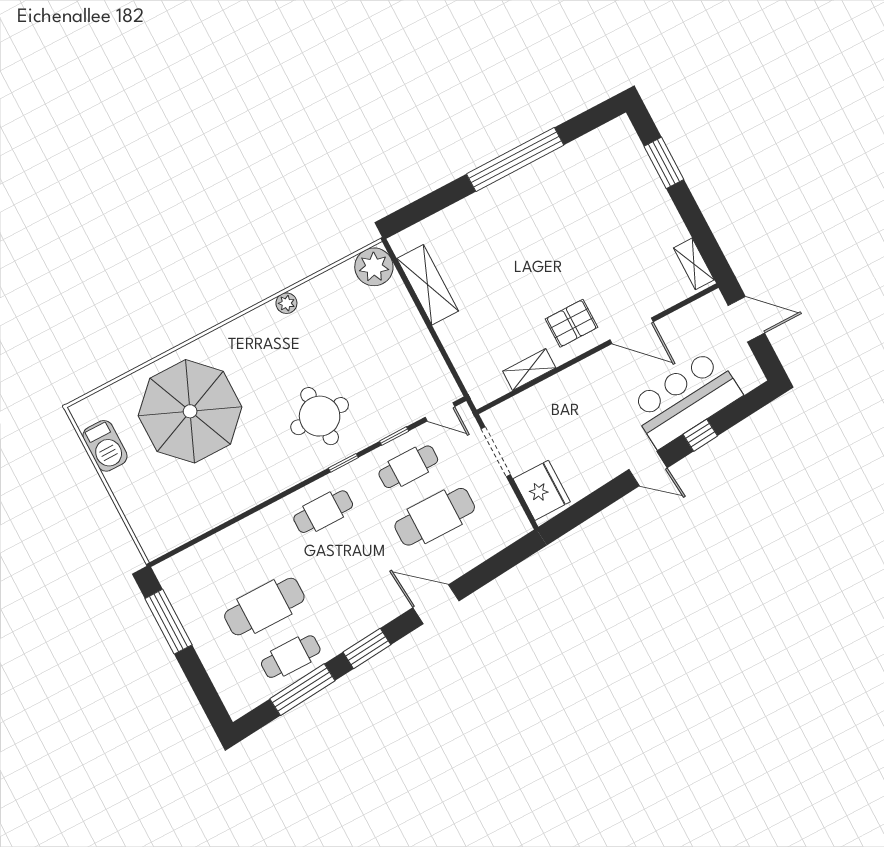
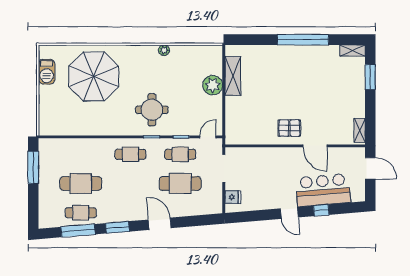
plant: (374, 267) -> (213, 85), moved
shelving: (529, 369) -> (352, 50), moved
door: (440, 412) -> (208, 137), swing flipped
fridge: (542, 490) -> (233, 197), width x0.53, depth x0.75

